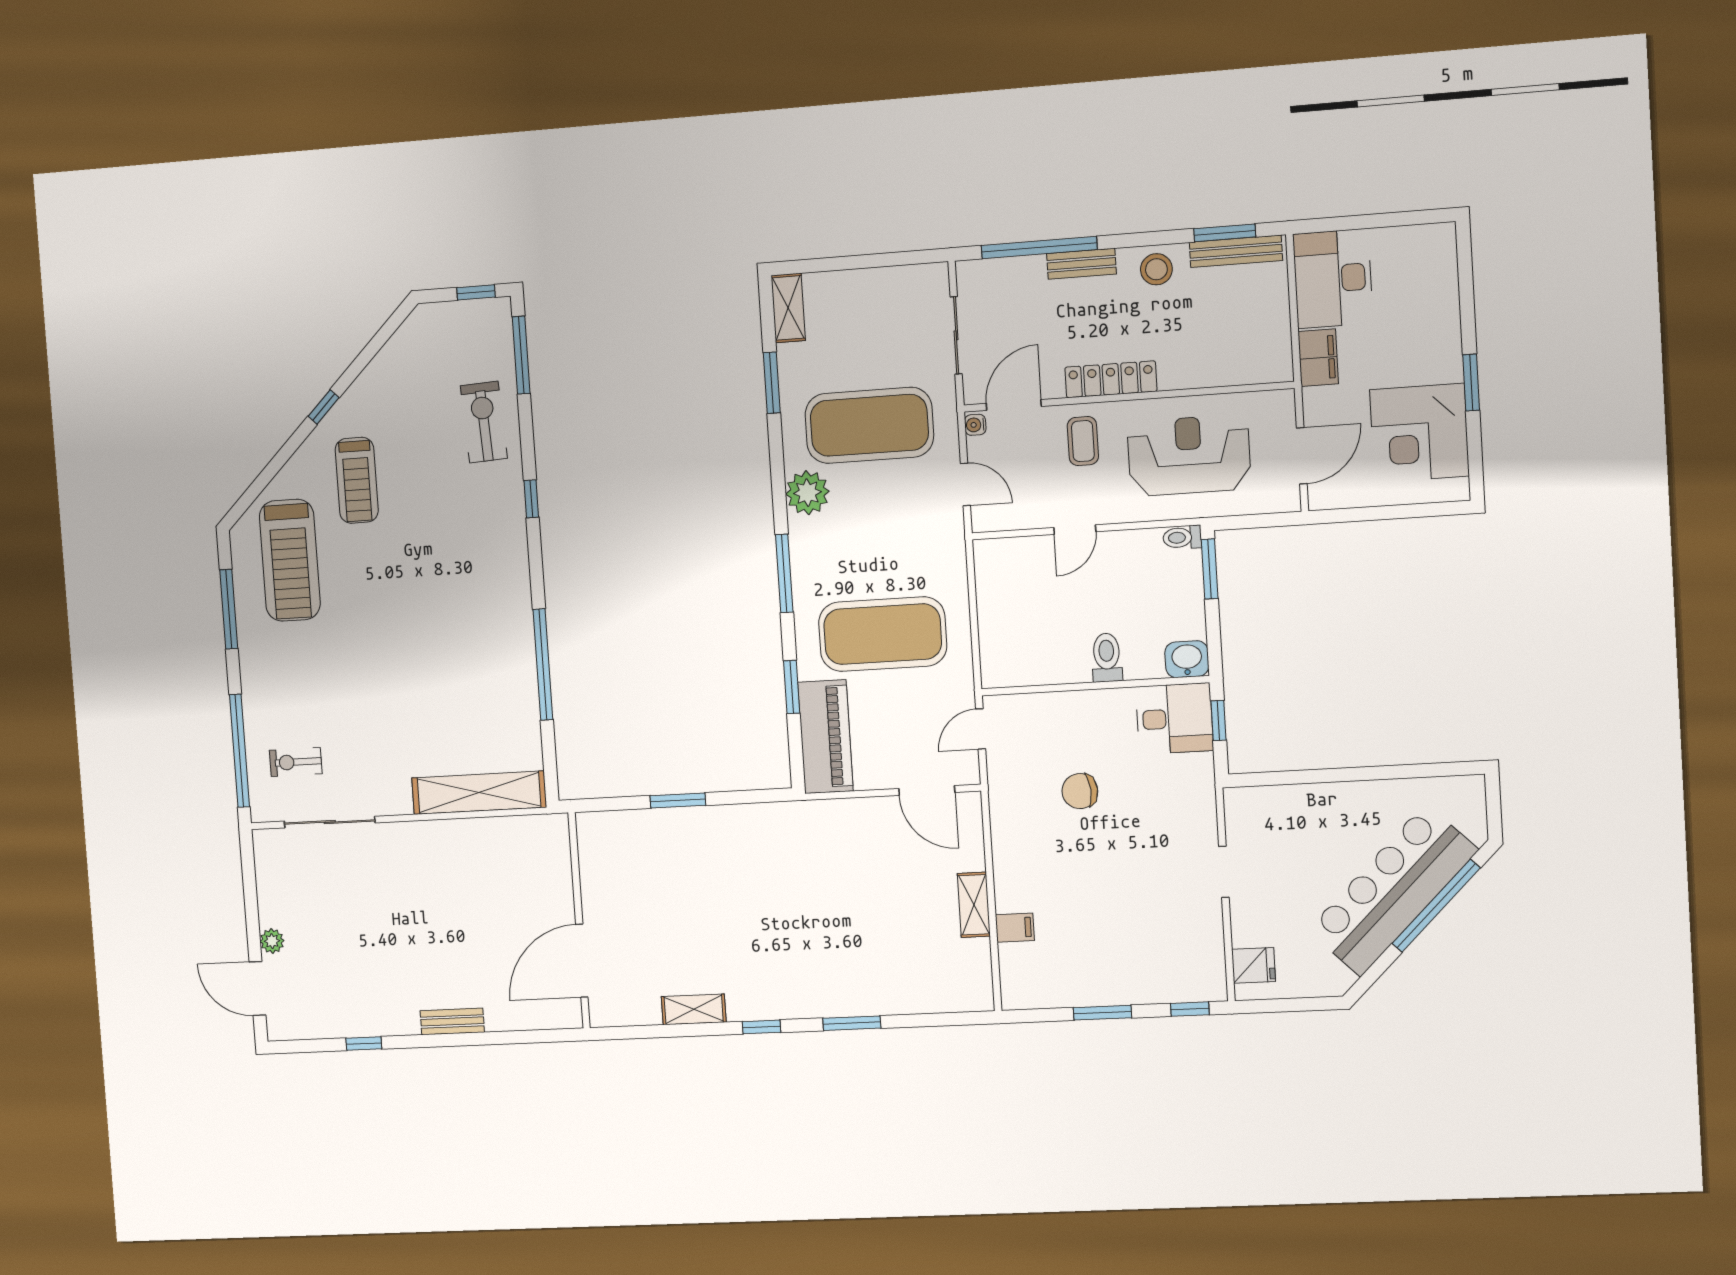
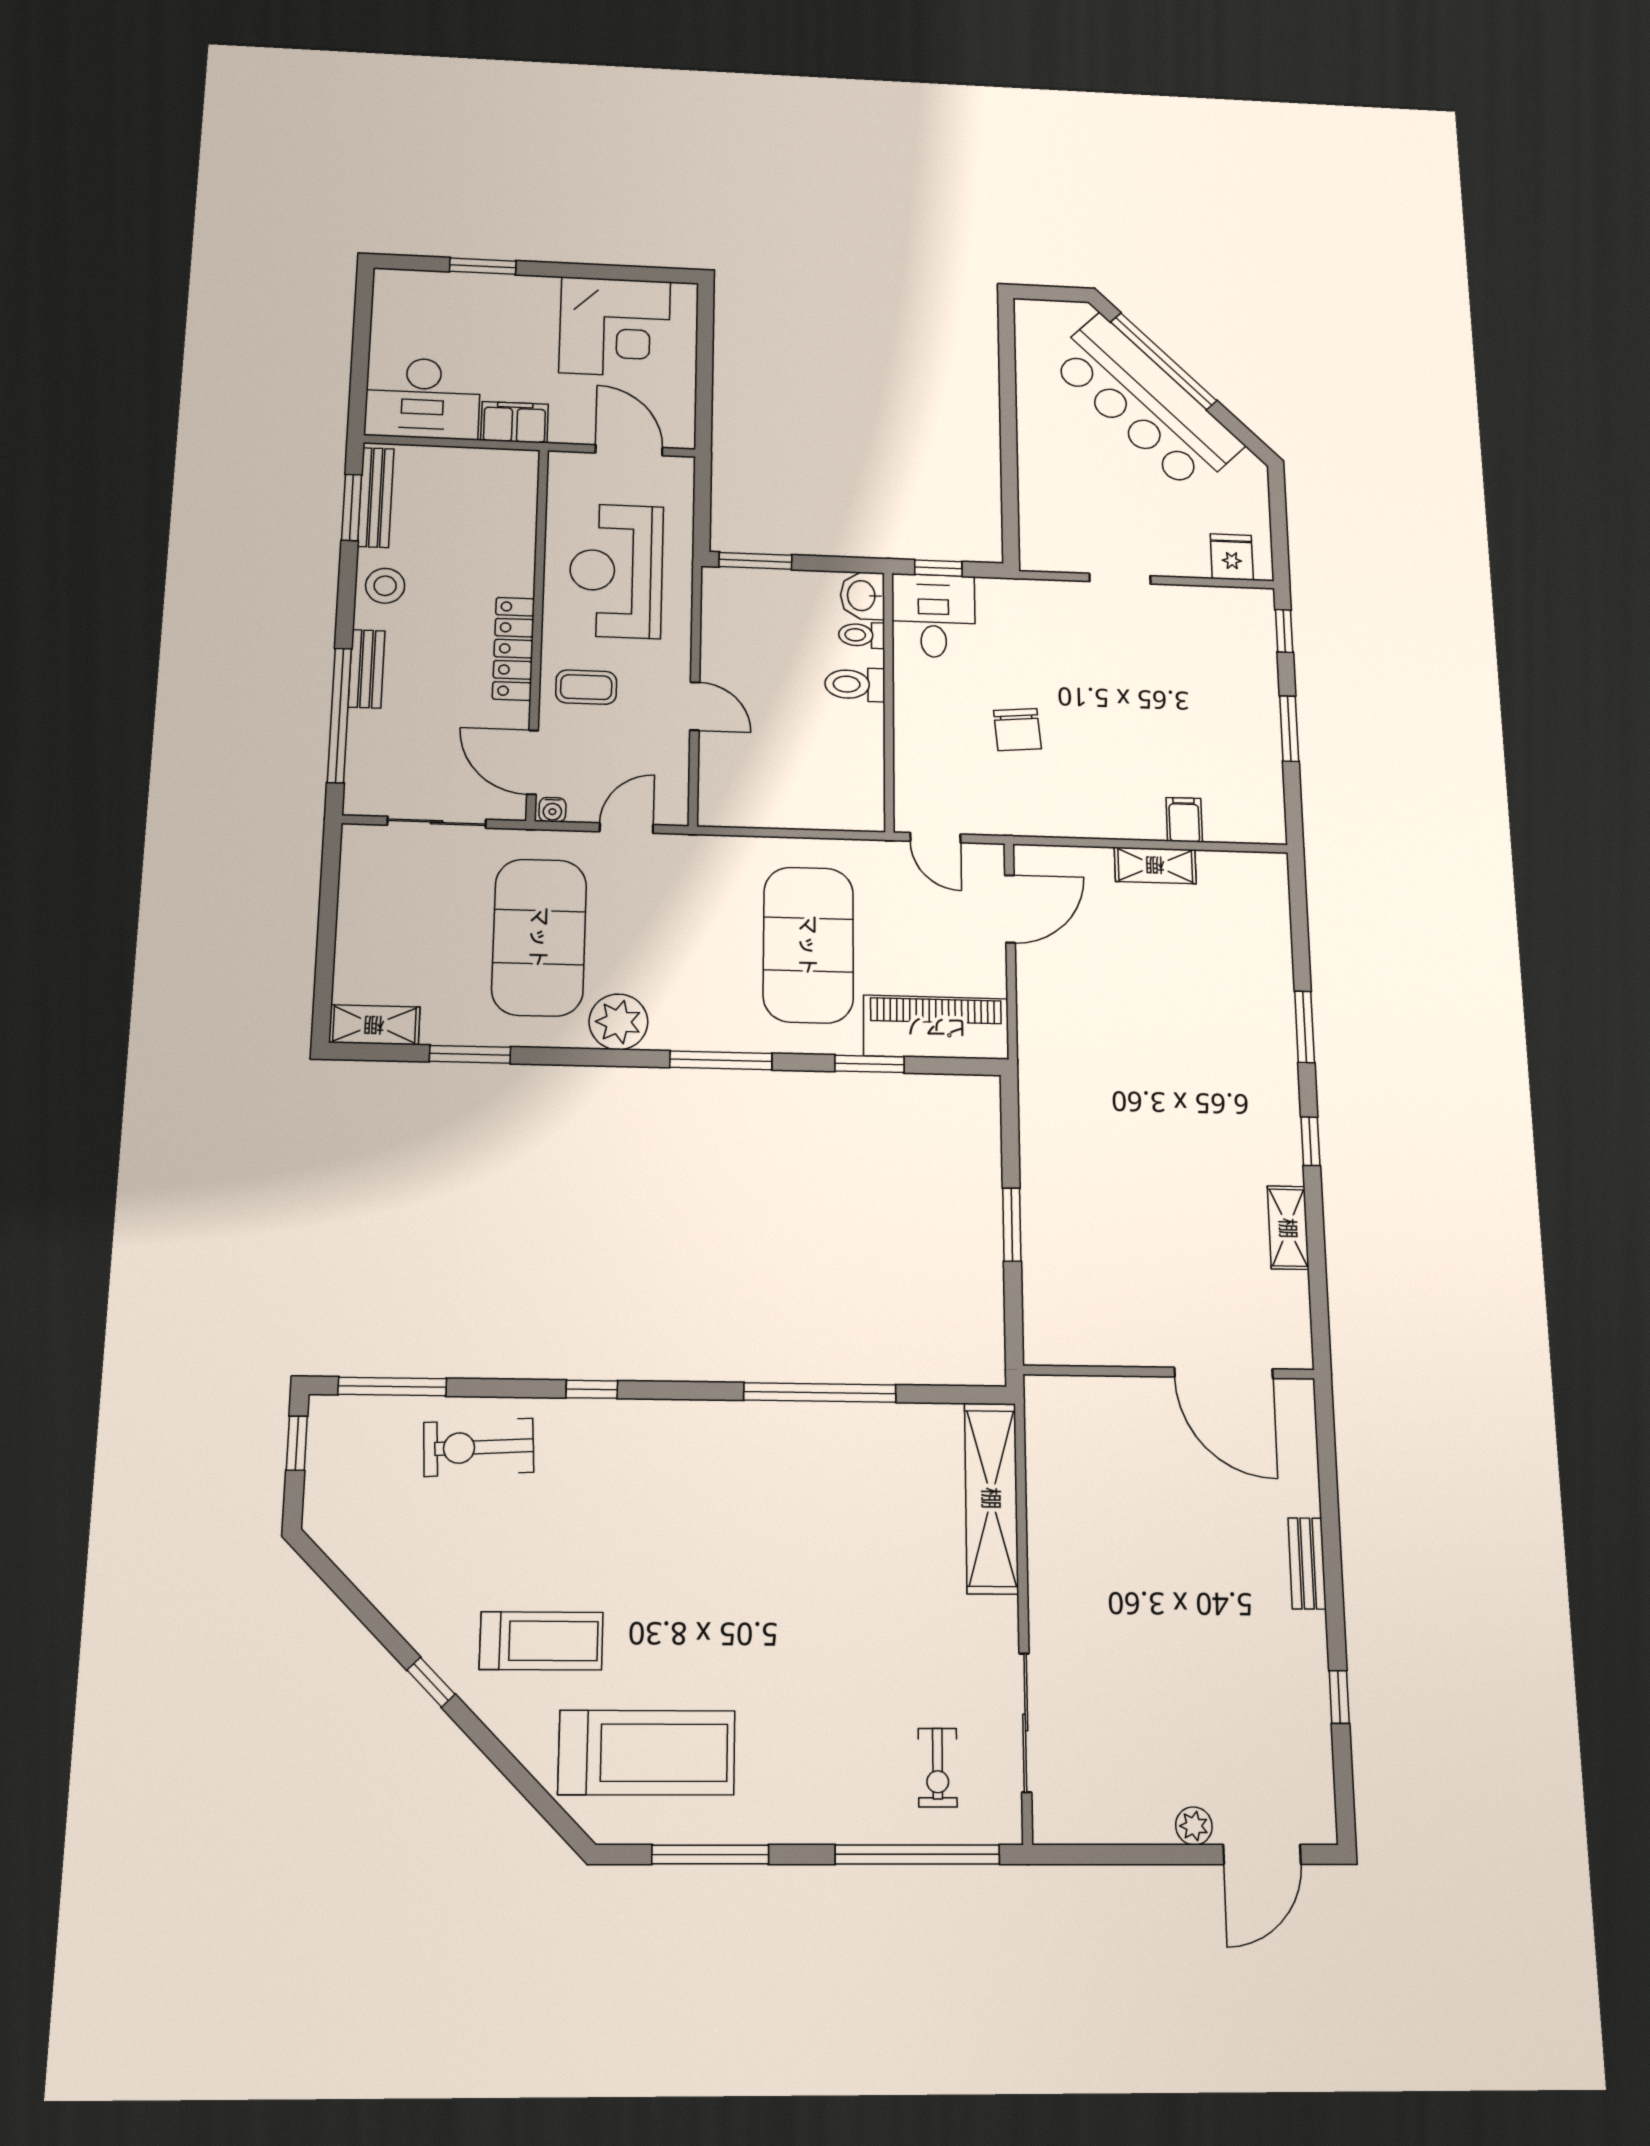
window: (1471, 382) -> (483, 266), moved
toilet: (1182, 537) -> (862, 635), moved, turned 90

